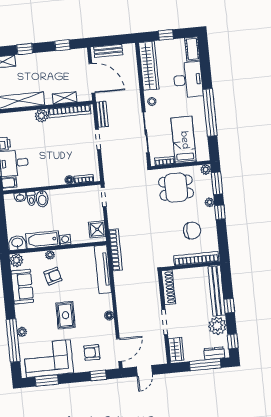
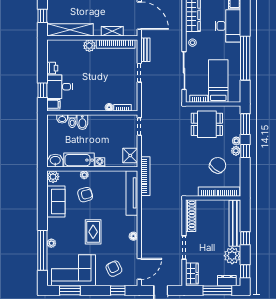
plant: (206, 170) -> (236, 151), moved
chair: (192, 230) -> (218, 165), turned -51
armchair: (92, 353) -> (114, 269), turned 64

